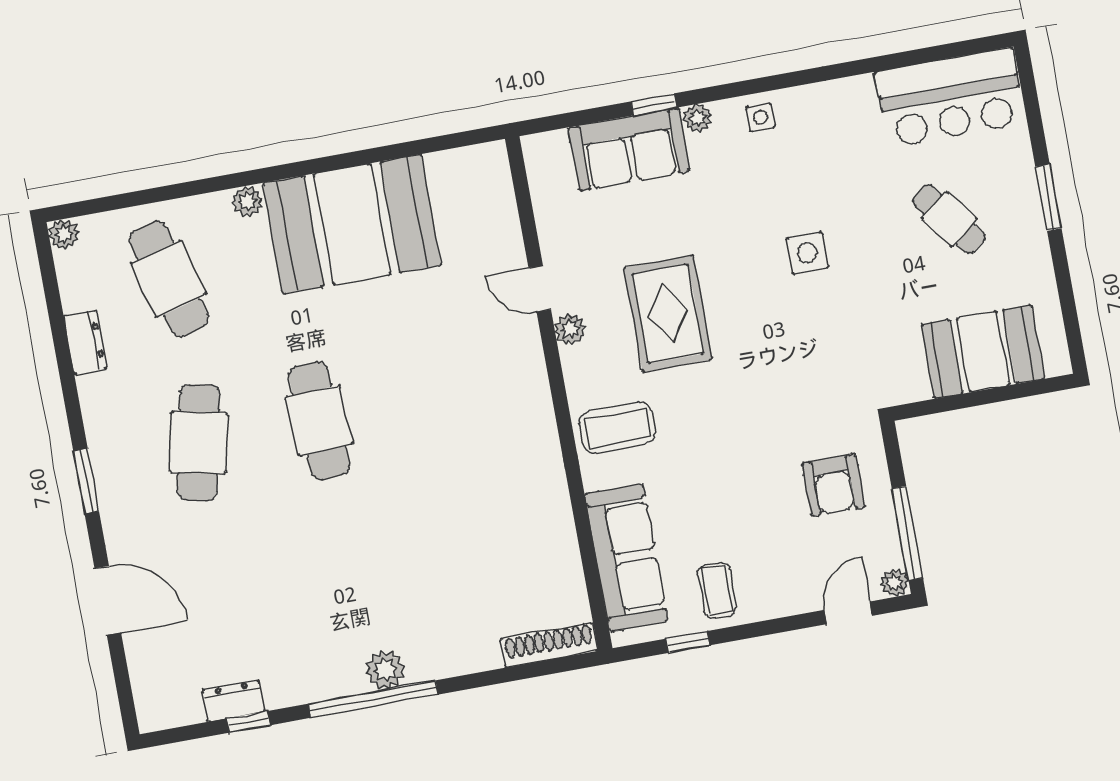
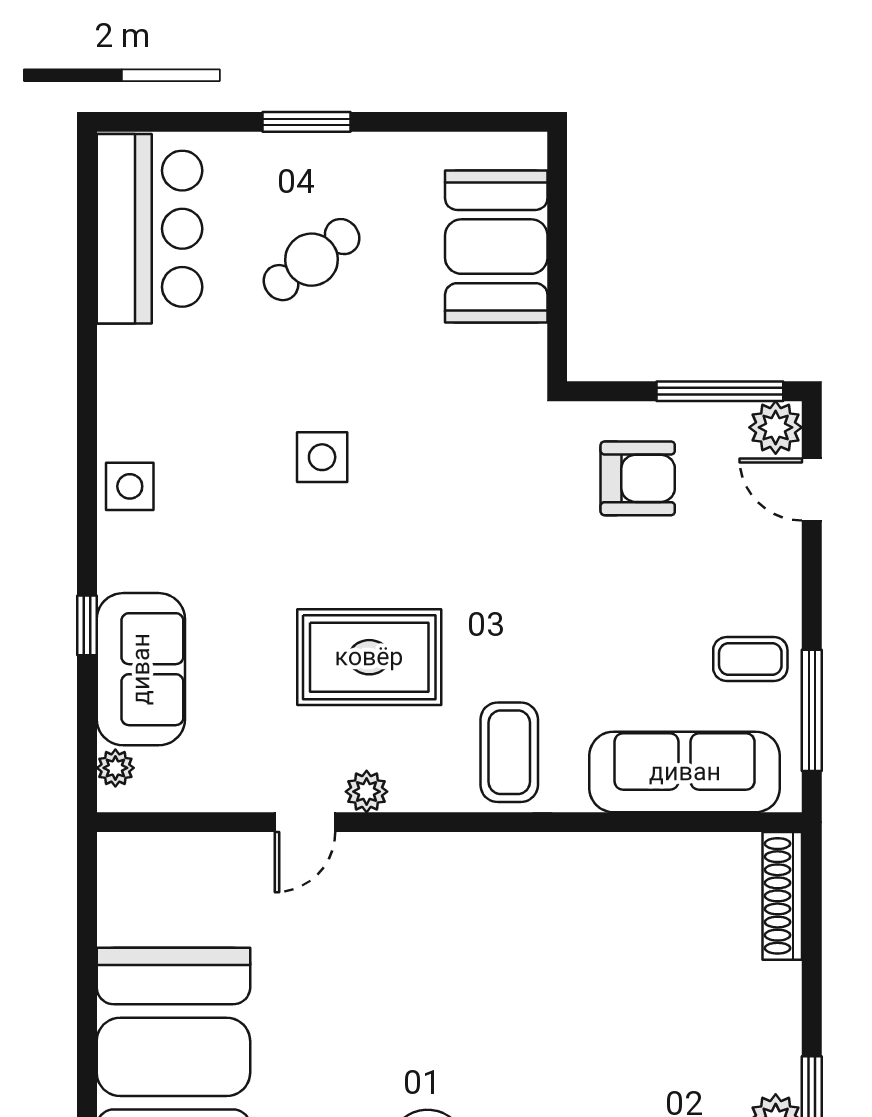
side table: (760, 117) -> (130, 486), width x1.37, depth x1.37
plant: (697, 118) -> (115, 768), moved
plant: (895, 583) -> (776, 427), width x1.38, depth x1.38
window: (688, 642) -> (812, 710), width x2.17

